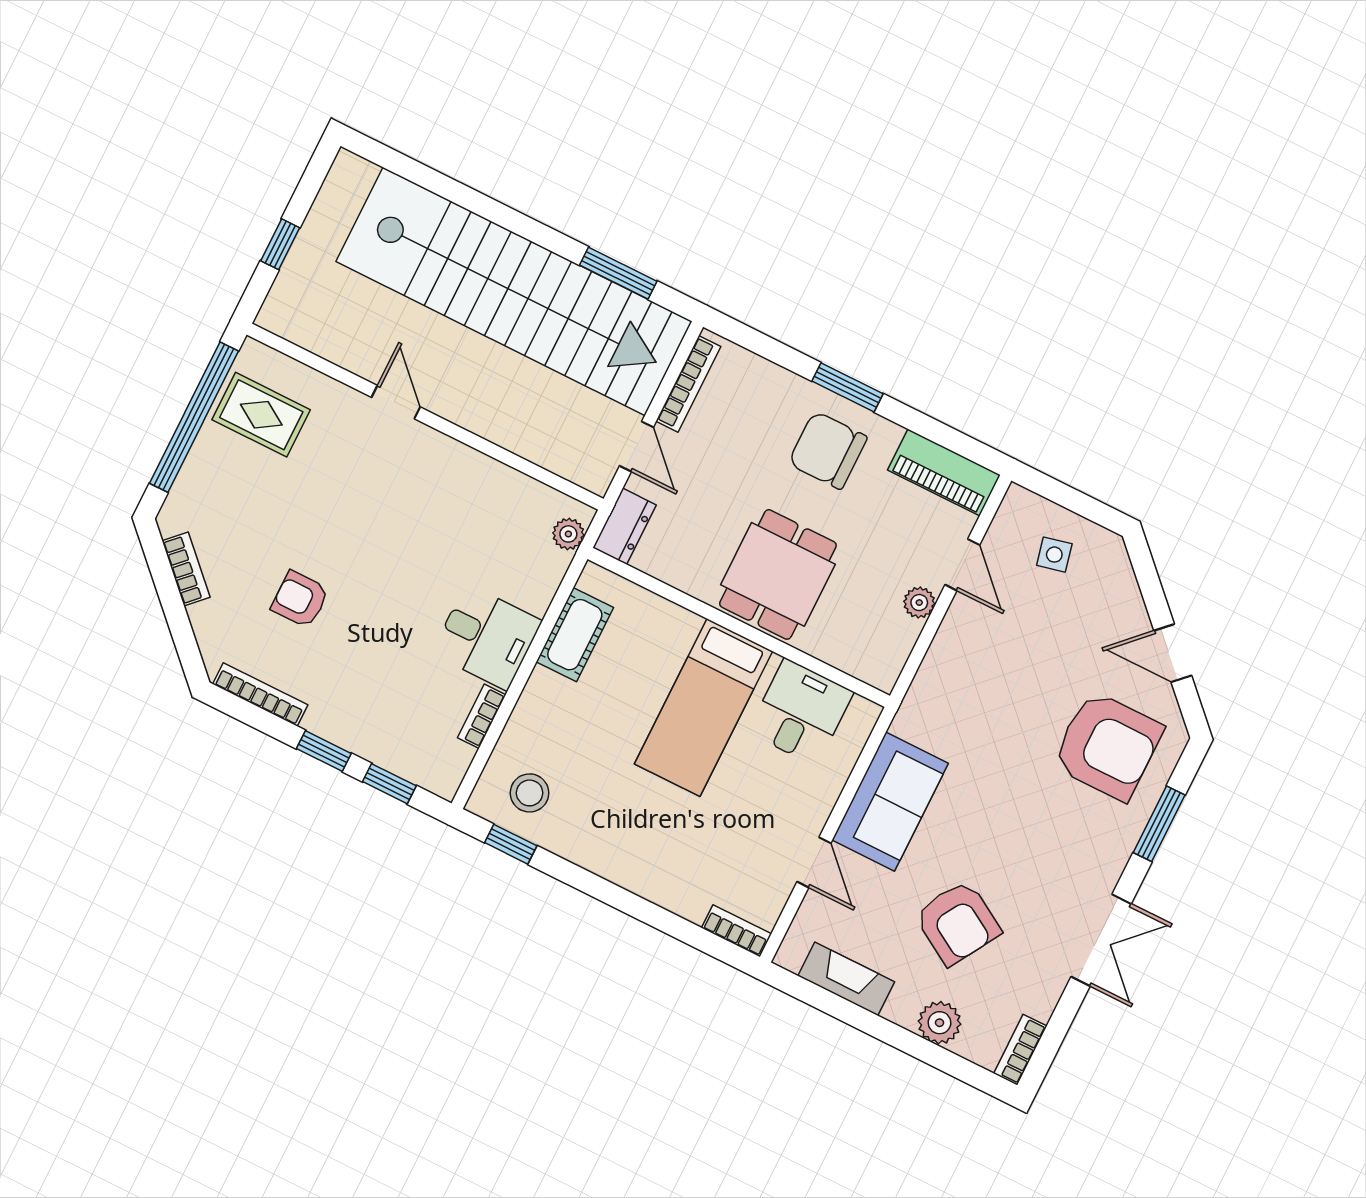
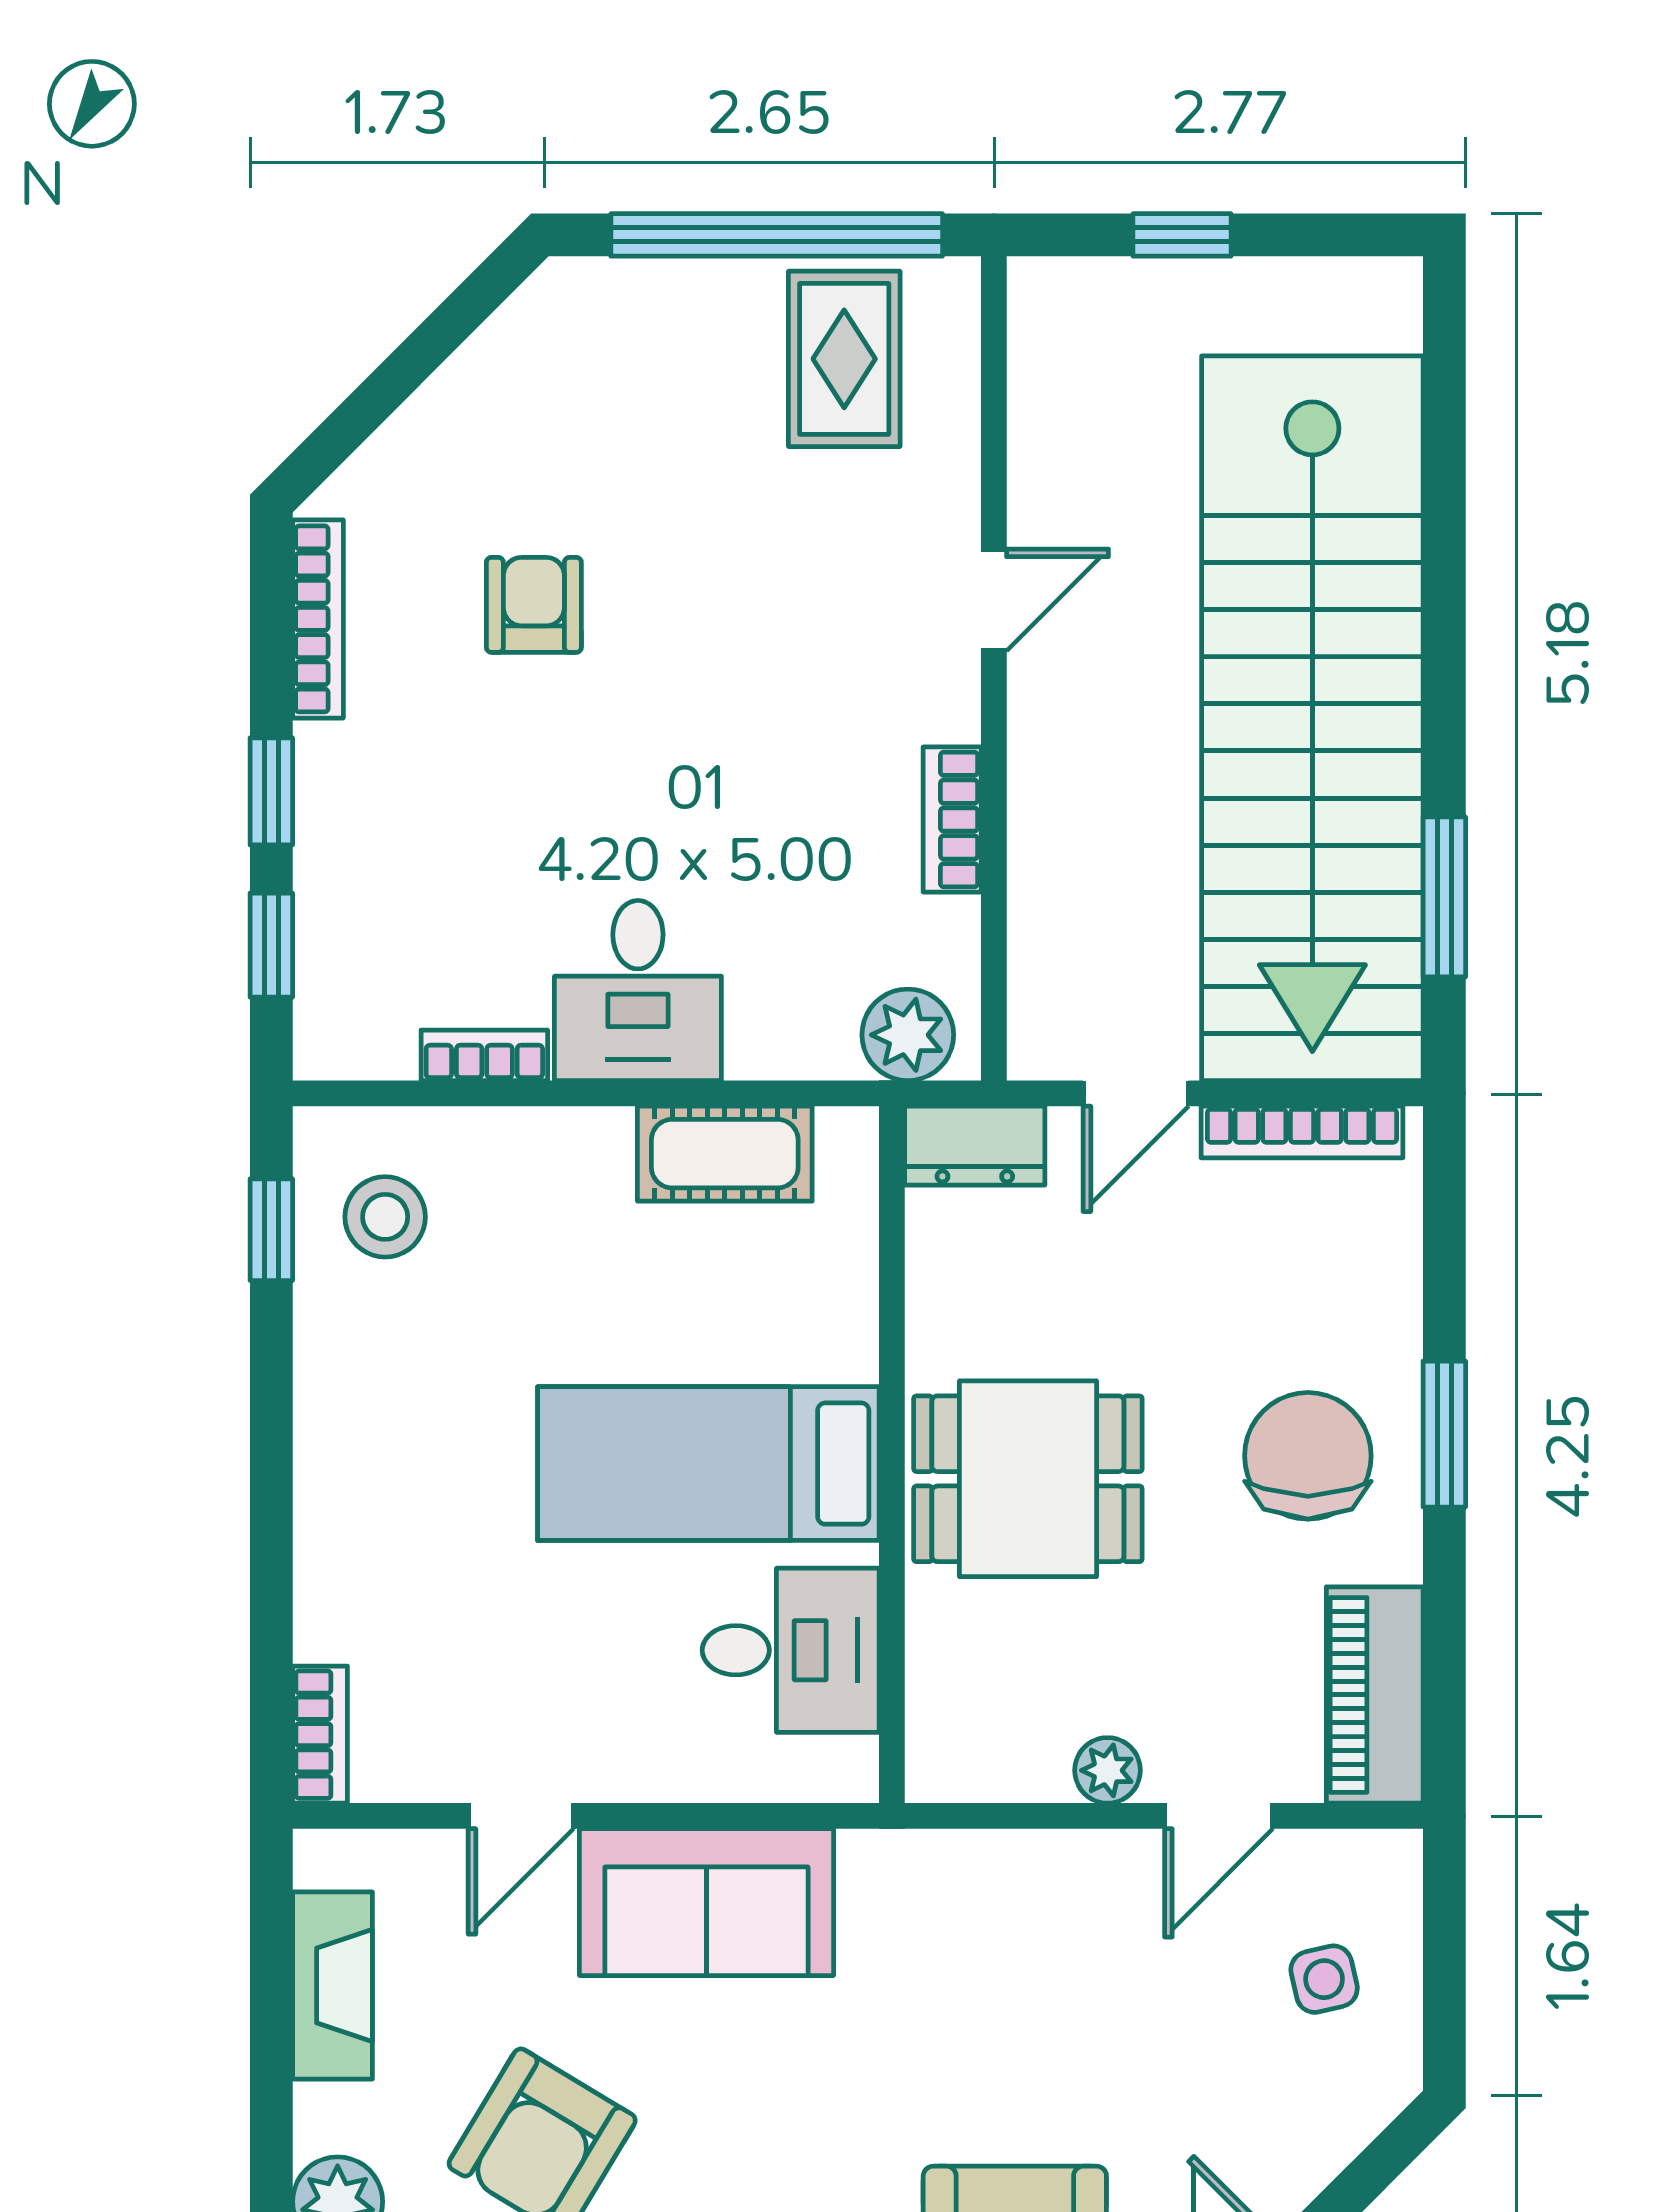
plant: (568, 534) -> (908, 1035), width x1.38, depth x1.38
bookcase: (186, 569) -> (952, 819), moved, turned 135

